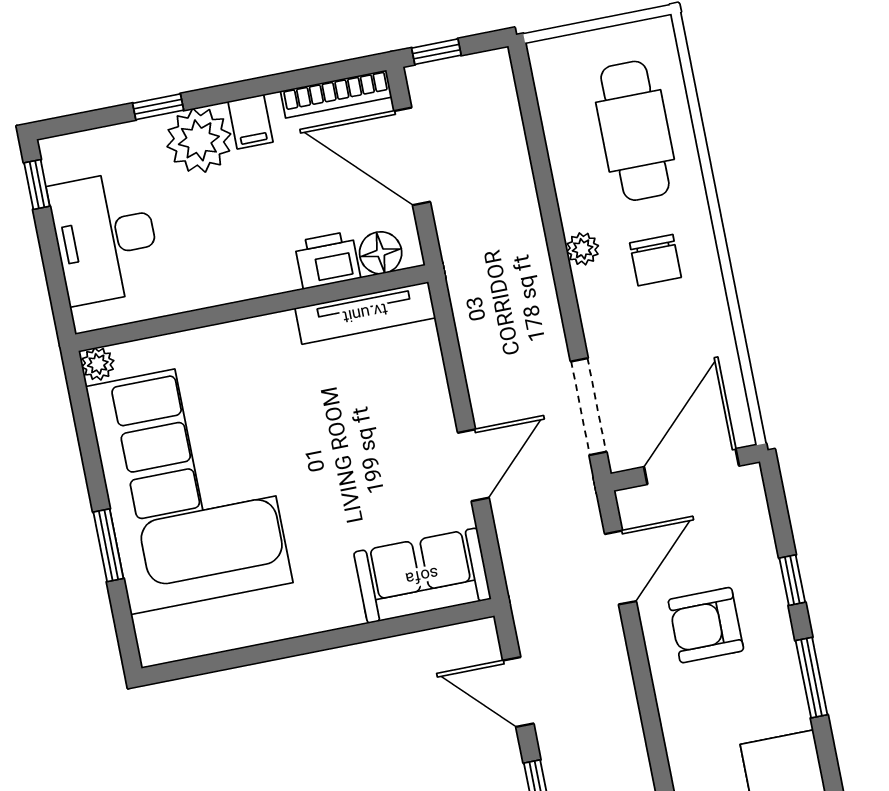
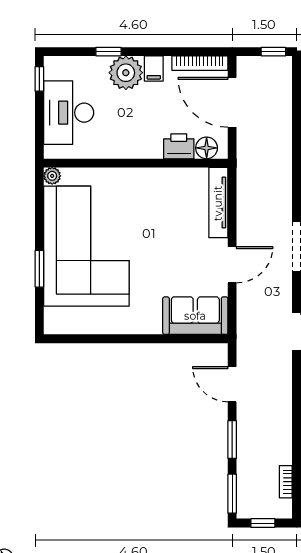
window: (436, 52) -> (273, 52), moved
tv unit: (365, 313) -> (218, 203), moved, turned 90

